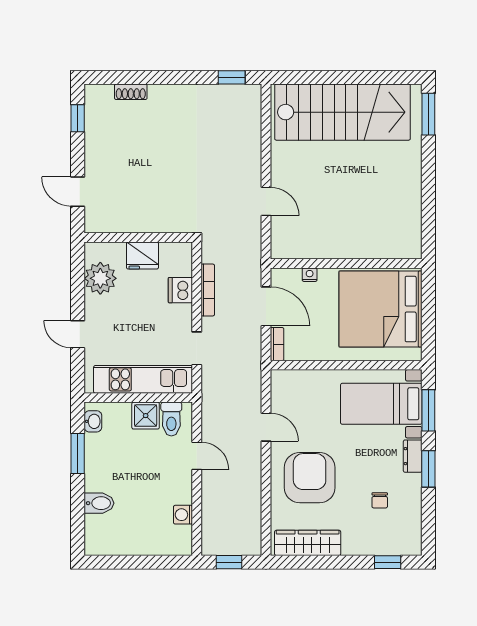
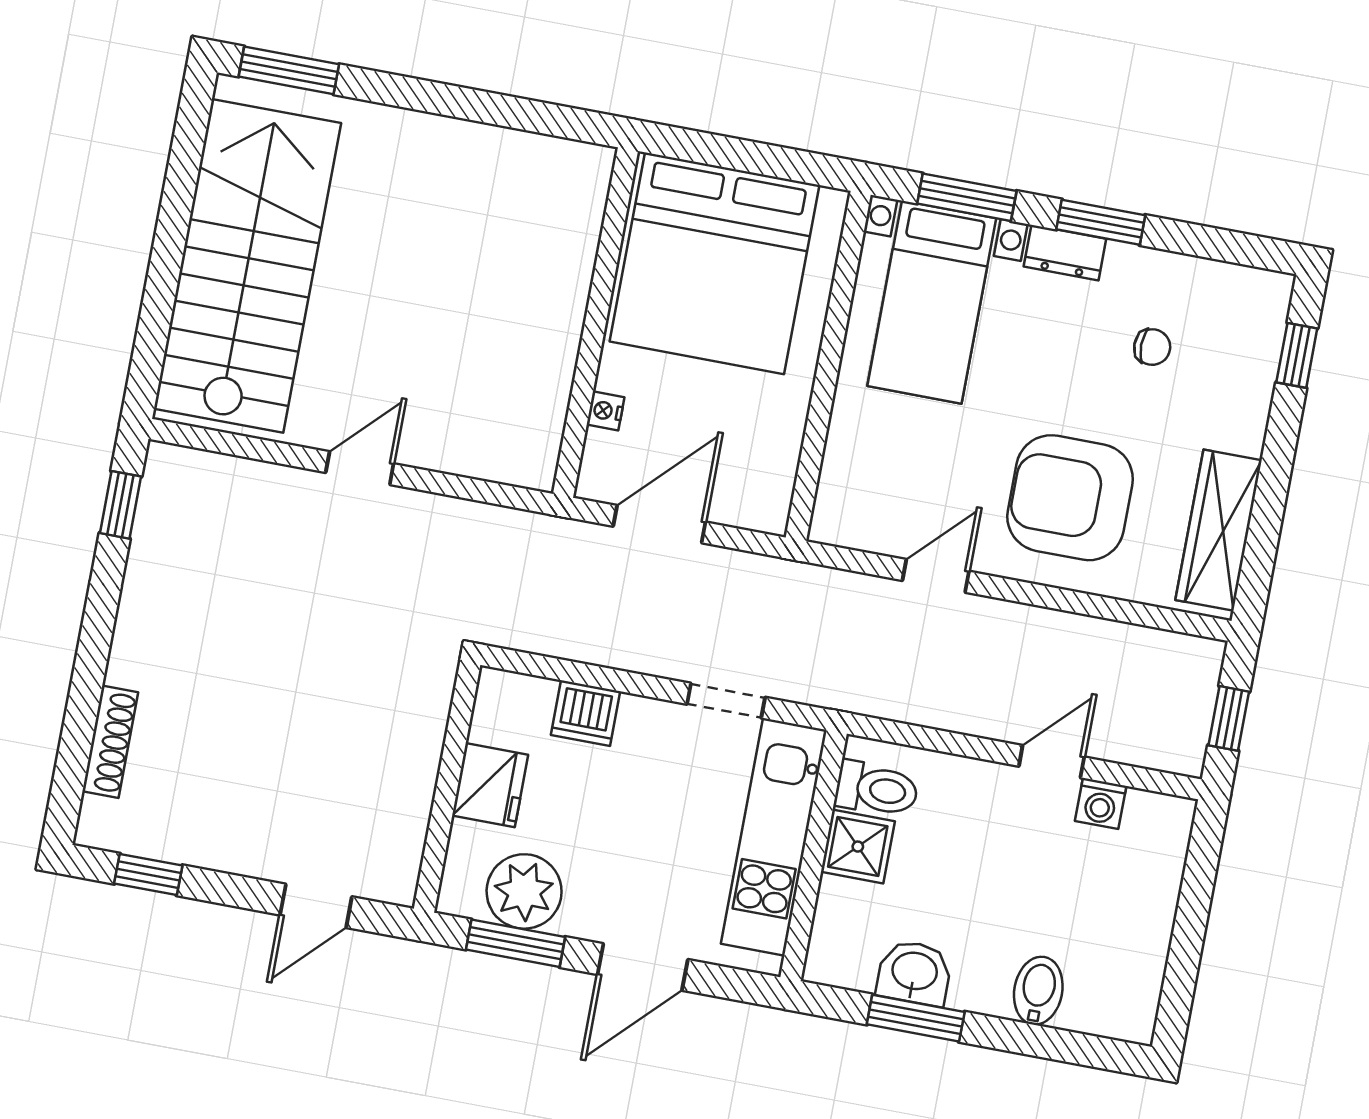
shoe rack: (131, 92) -> (110, 742), width x1.43
door: (266, 201) -> (360, 468), moved
window: (78, 279) -> (515, 943), added
bookcase: (208, 290) -> (597, 650), removed
door: (78, 334) -> (643, 967), width x1.38
bookcase: (277, 344) -> (750, 515), removed
washbasin: (93, 421) -> (914, 973), moved, width x1.38, depth x1.45
door: (197, 456) -> (1052, 762), moved

